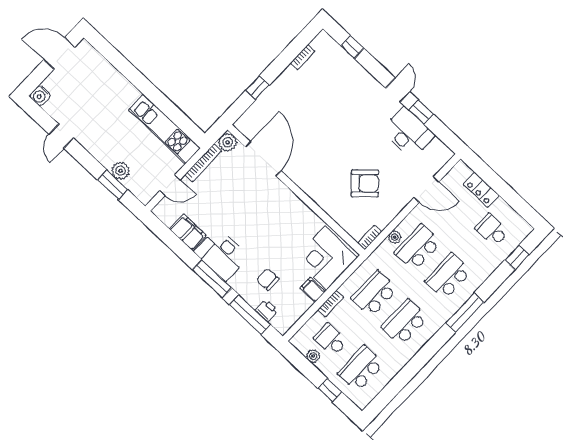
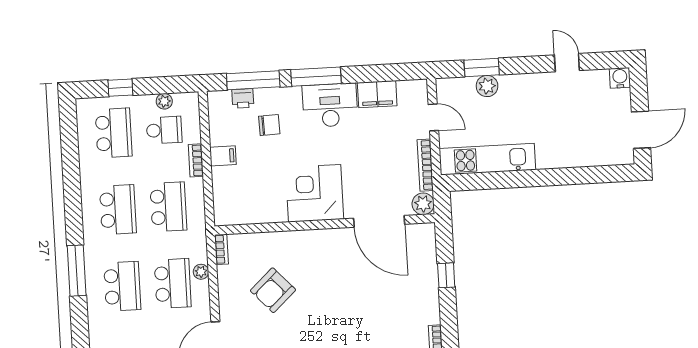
door: (170, 185) -> (433, 117), swing flipped
corner desk: (326, 258) -> (315, 193), moved, turned -90

